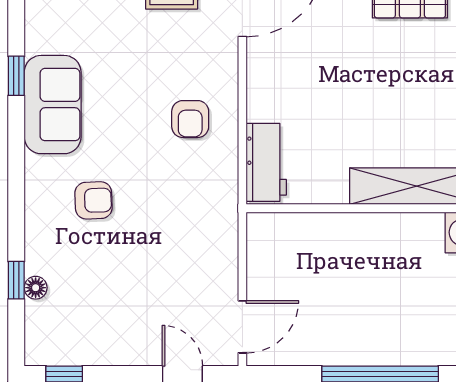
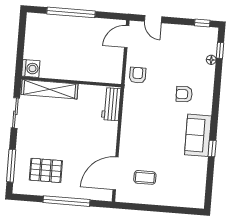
armchair: (190, 119) -> (138, 75), moved
window: (16, 280) -> (220, 50), moved

